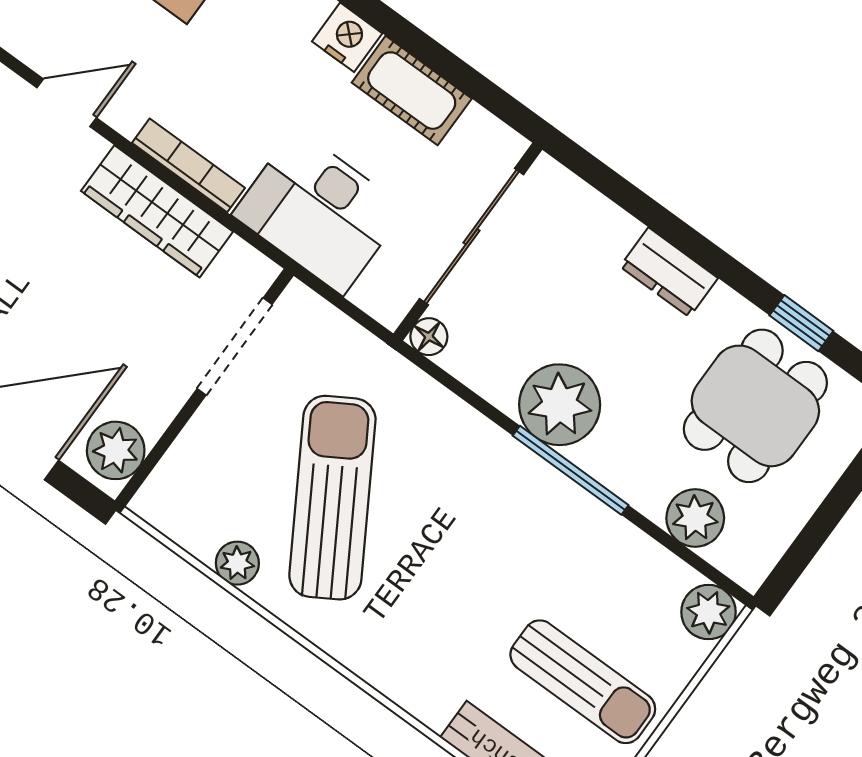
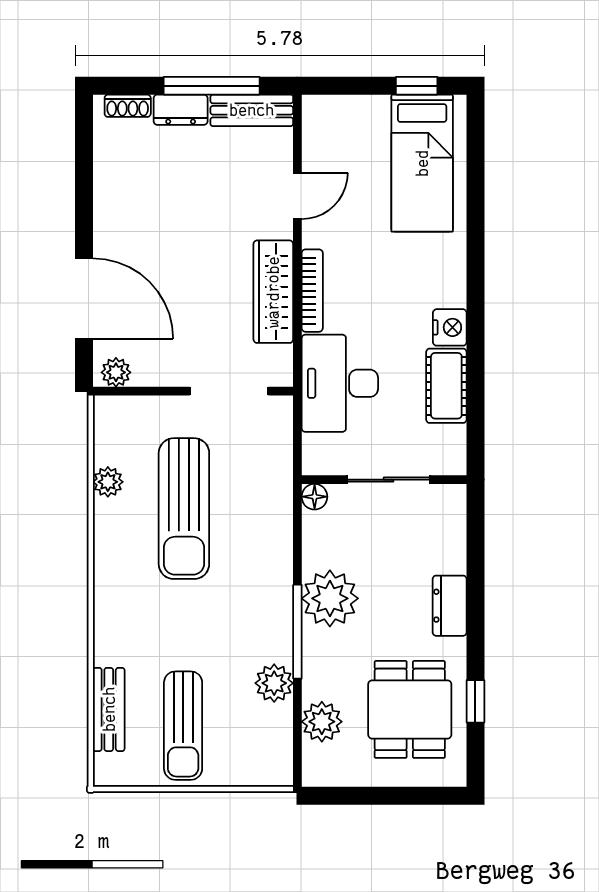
door: (67, 103) -> (297, 196), hinge flipped
sliding door: (472, 237) -> (389, 480), width x0.73
dining table: (755, 406) -> (410, 709), turned 90
plant: (116, 450) -> (116, 372), width x0.73, depth x0.73
sun lounger: (332, 498) -> (184, 509), turned 121
plant: (708, 612) -> (274, 683), moved

